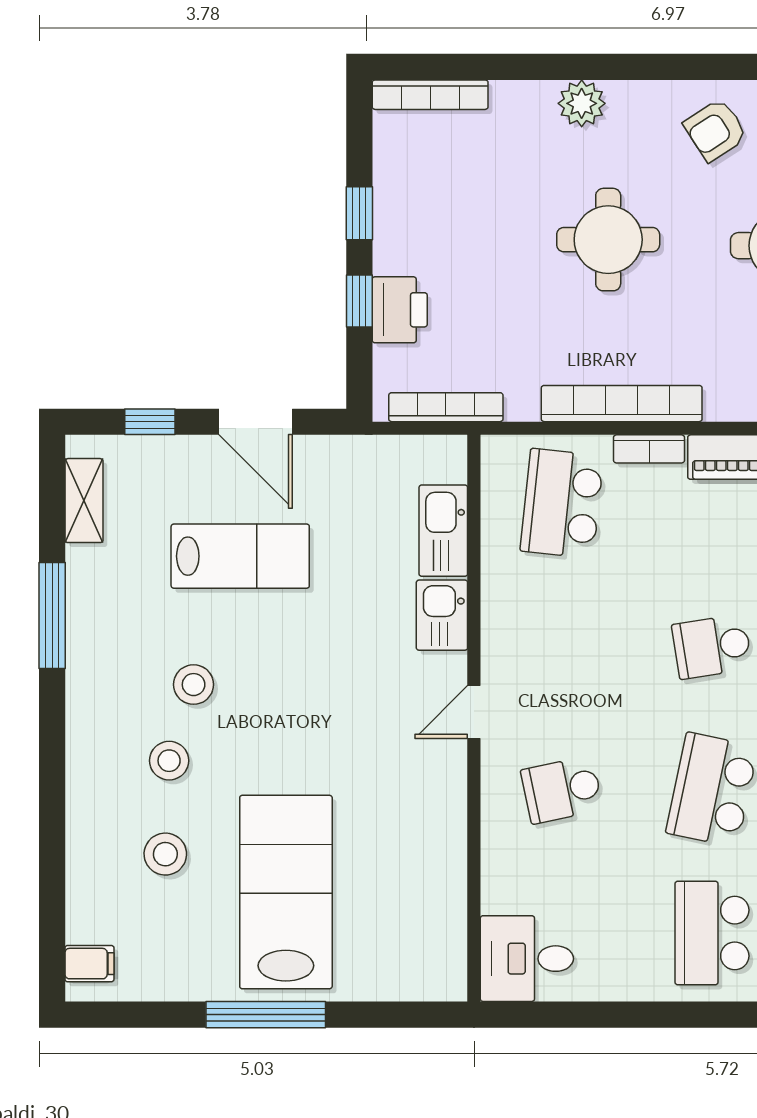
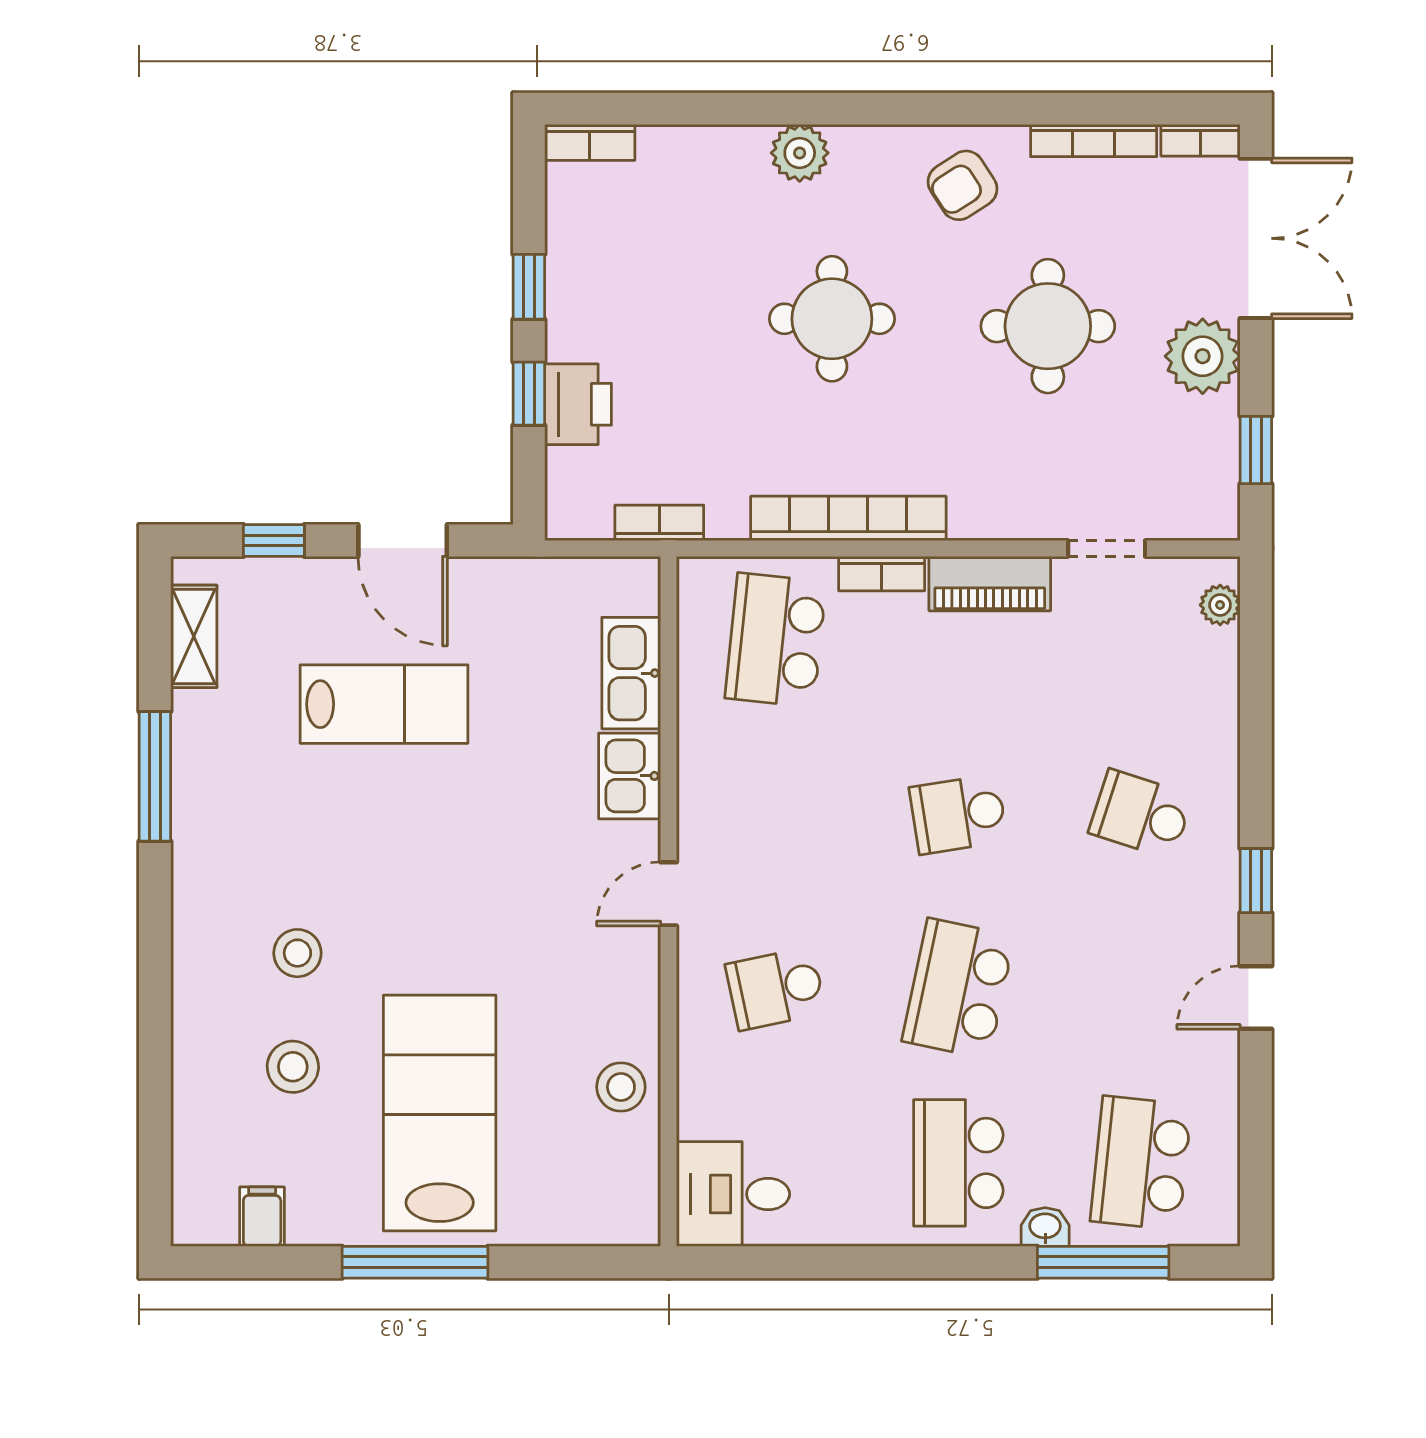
bookcase: (430, 95) -> (590, 142), width x0.64
bookcase: (446, 407) -> (659, 523), width x0.64
stool: (194, 685) -> (621, 1087), moved
filing cabinet: (89, 964) -> (262, 1217), moved, turned -90

